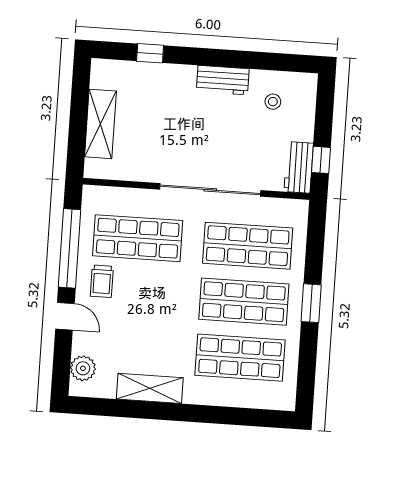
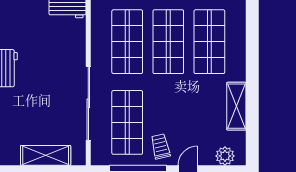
stool: (273, 102) -> (21, 30), removed
sliding door: (210, 190) -> (88, 103), moved
trolley: (102, 281) -> (160, 146), turned -103

